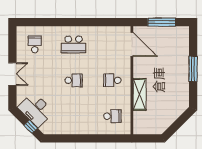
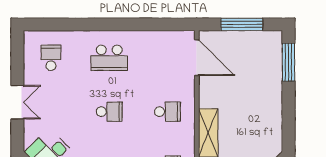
window: (193, 69) -> (289, 62), moved
school desk: (112, 80) -> (167, 112), turned 180

